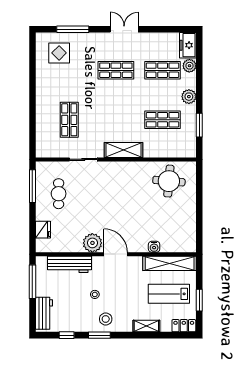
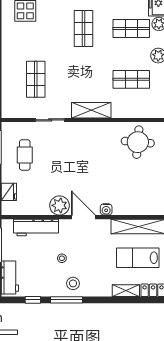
shop shelf: (116, 70) -> (83, 29), turned 90
water cooler: (154, 247) -> (106, 209), moved
shelving: (146, 326) -> (126, 291), moved
window: (99, 335) -> (66, 300), width x1.44

